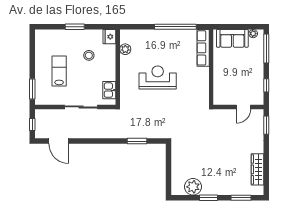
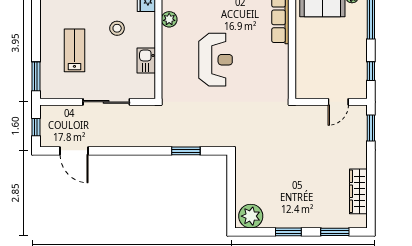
reception desk: (158, 77) -> (216, 60), turned 90
kitchen sink: (109, 90) -> (146, 61), moved
plant: (193, 187) -> (251, 216), moved

